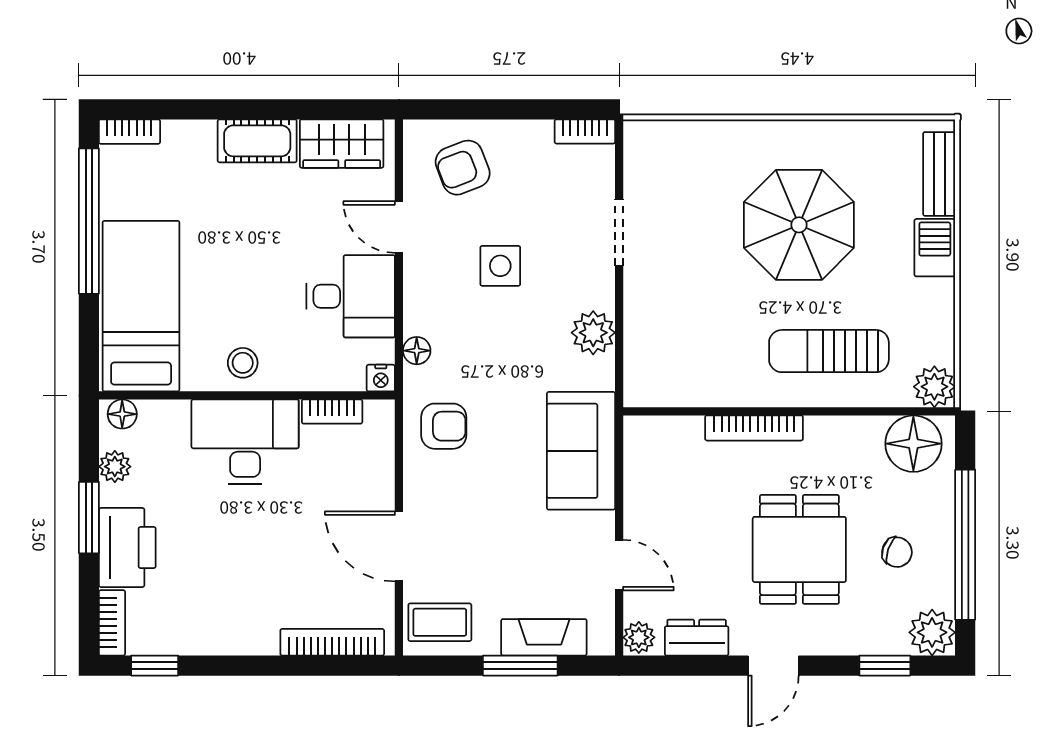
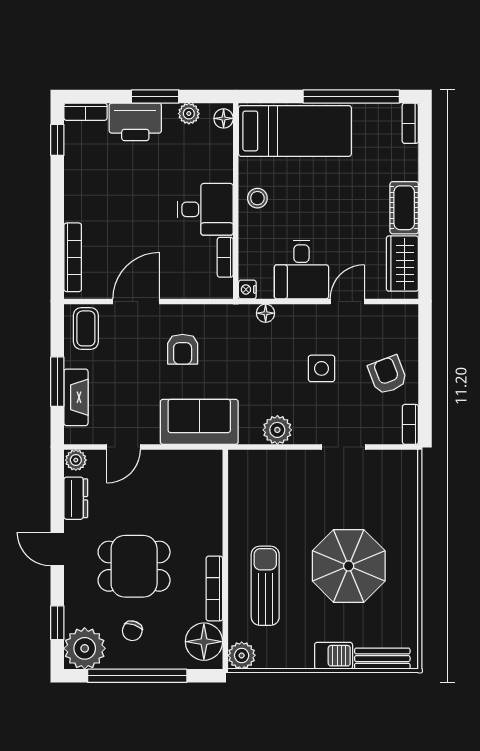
armchair: (463, 168) -> (388, 375), moved
armchair: (444, 426) -> (183, 349), moved
bookcase: (754, 428) -> (214, 589), moved
desk: (245, 442) -> (205, 209), width x0.73
plant: (932, 632) -> (85, 648), width x1.36, depth x1.36

